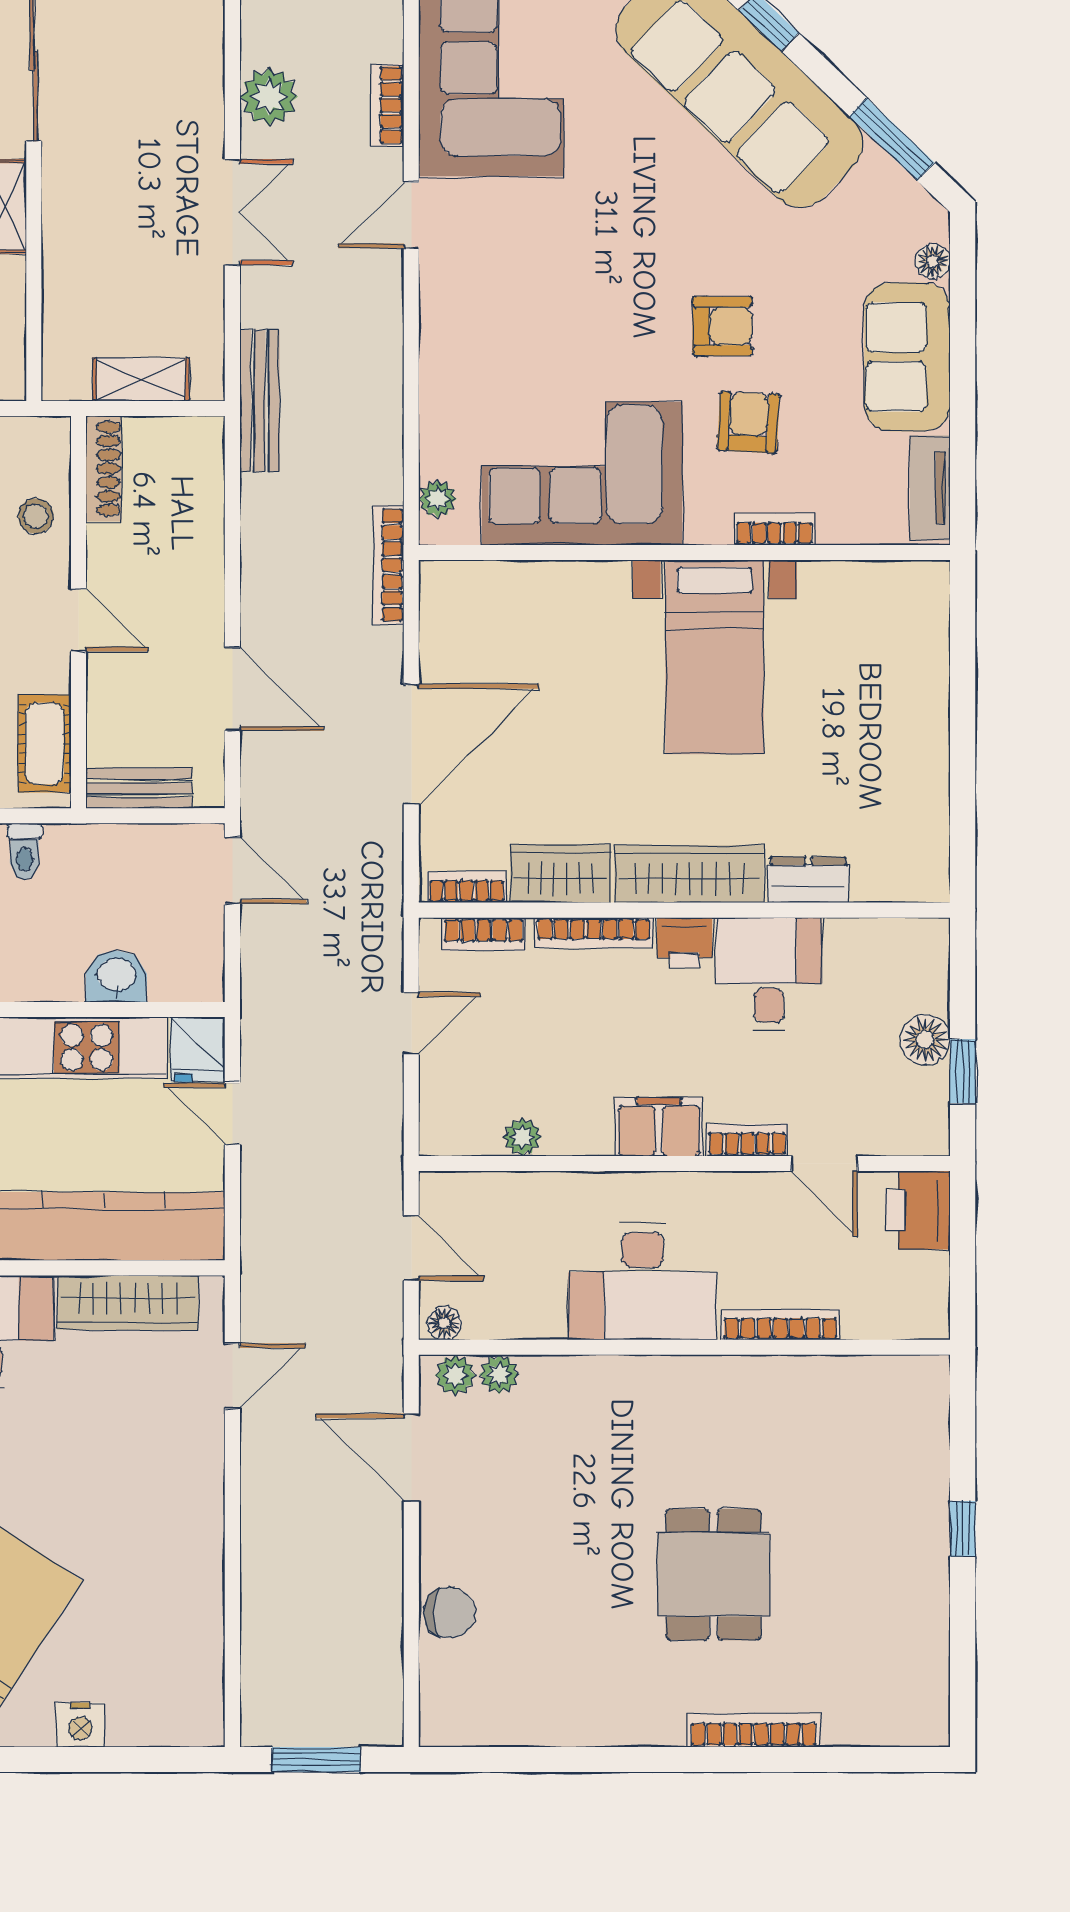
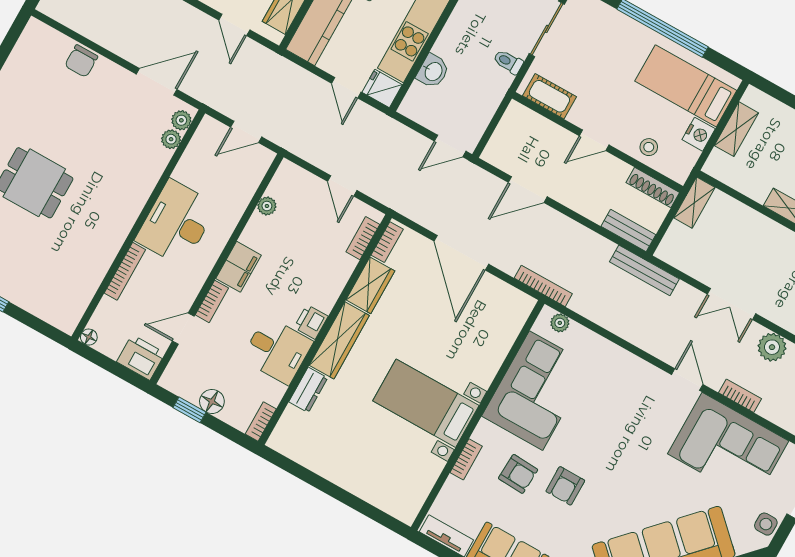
shelving: (141, 379) -> (694, 203), moved
bench: (139, 788) -> (628, 230), moved, turned 90
bookcase: (594, 933) -> (261, 422), moved, width x0.64
door: (232, 1114) -> (346, 88), swing flipped
floor lamp: (444, 1323) -> (89, 337), moved

